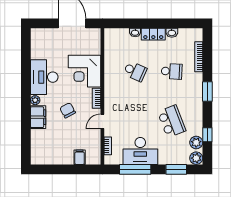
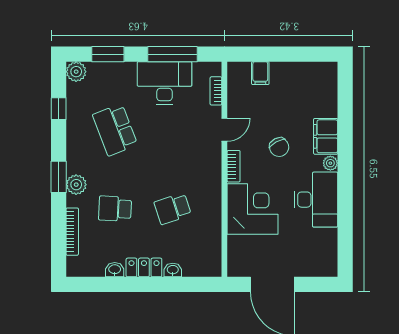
school desk: (135, 71) -> (173, 209), turned -42
plant: (196, 142) -> (76, 185), moved

